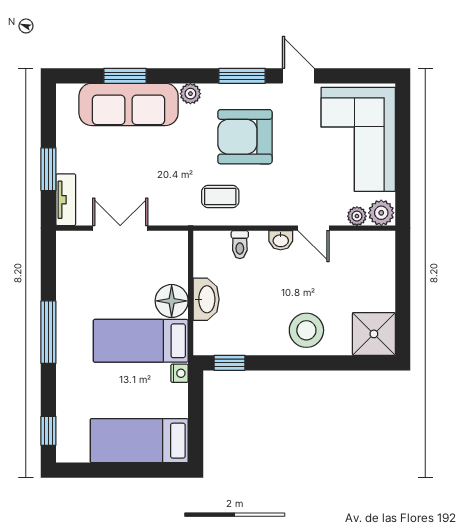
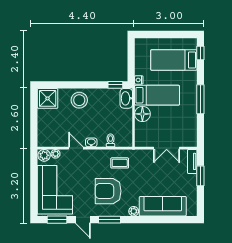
window: (125, 76) -> (57, 220), moved
armchair: (245, 137) -> (108, 191), turned 180
washbasin: (206, 299) -> (126, 98), moved
bed: (139, 441) -> (174, 60), moved, turned 180

